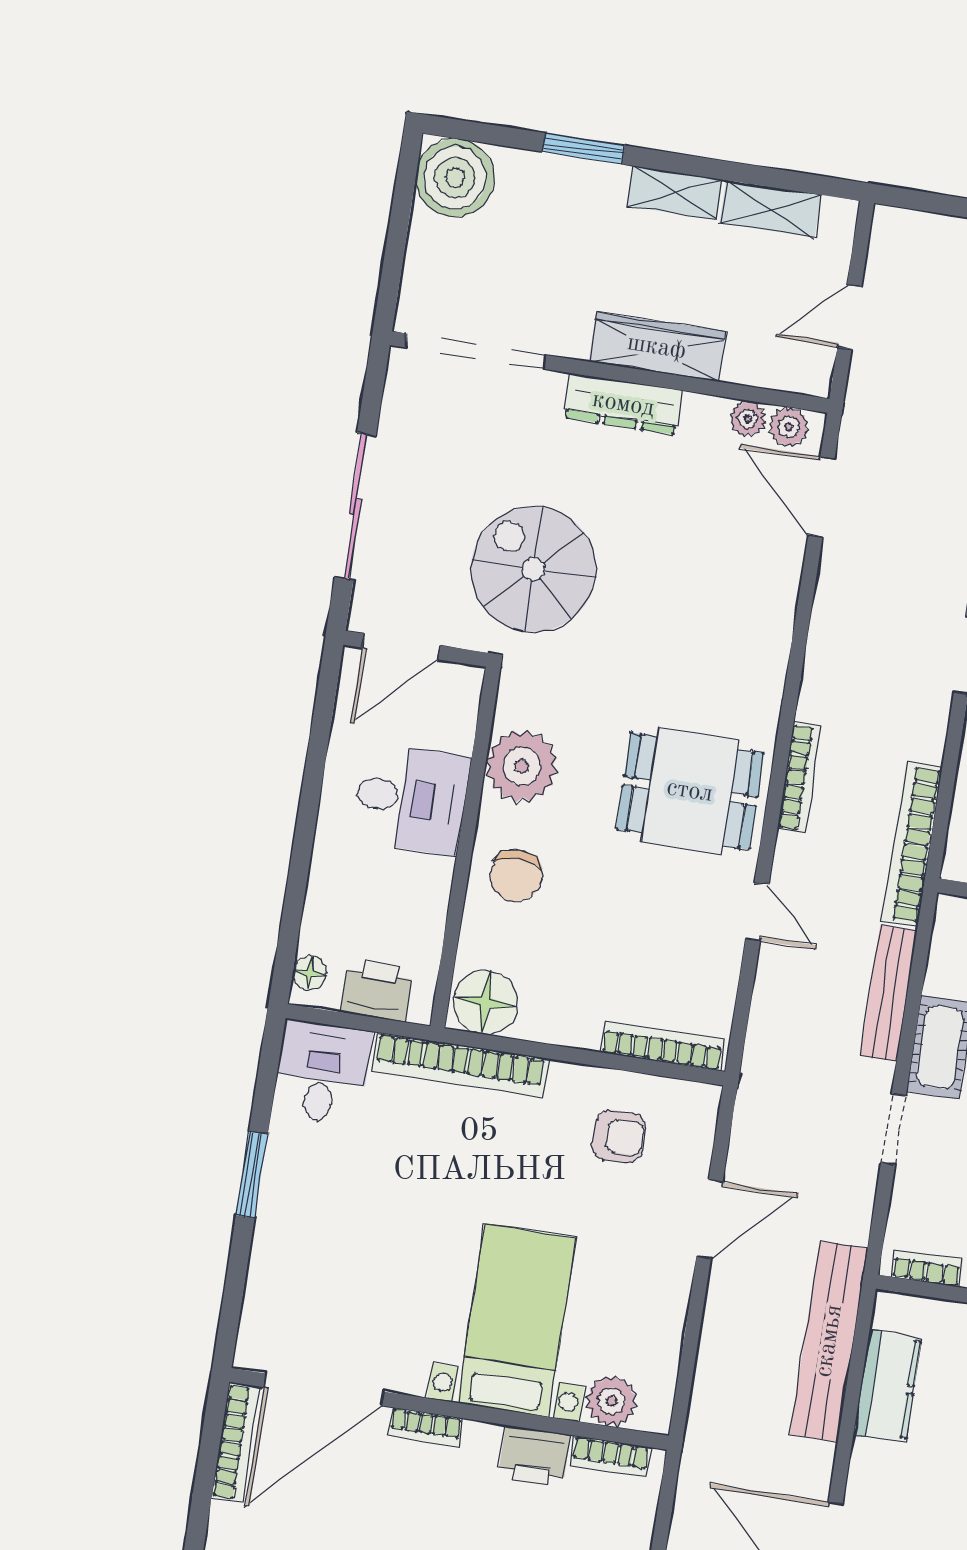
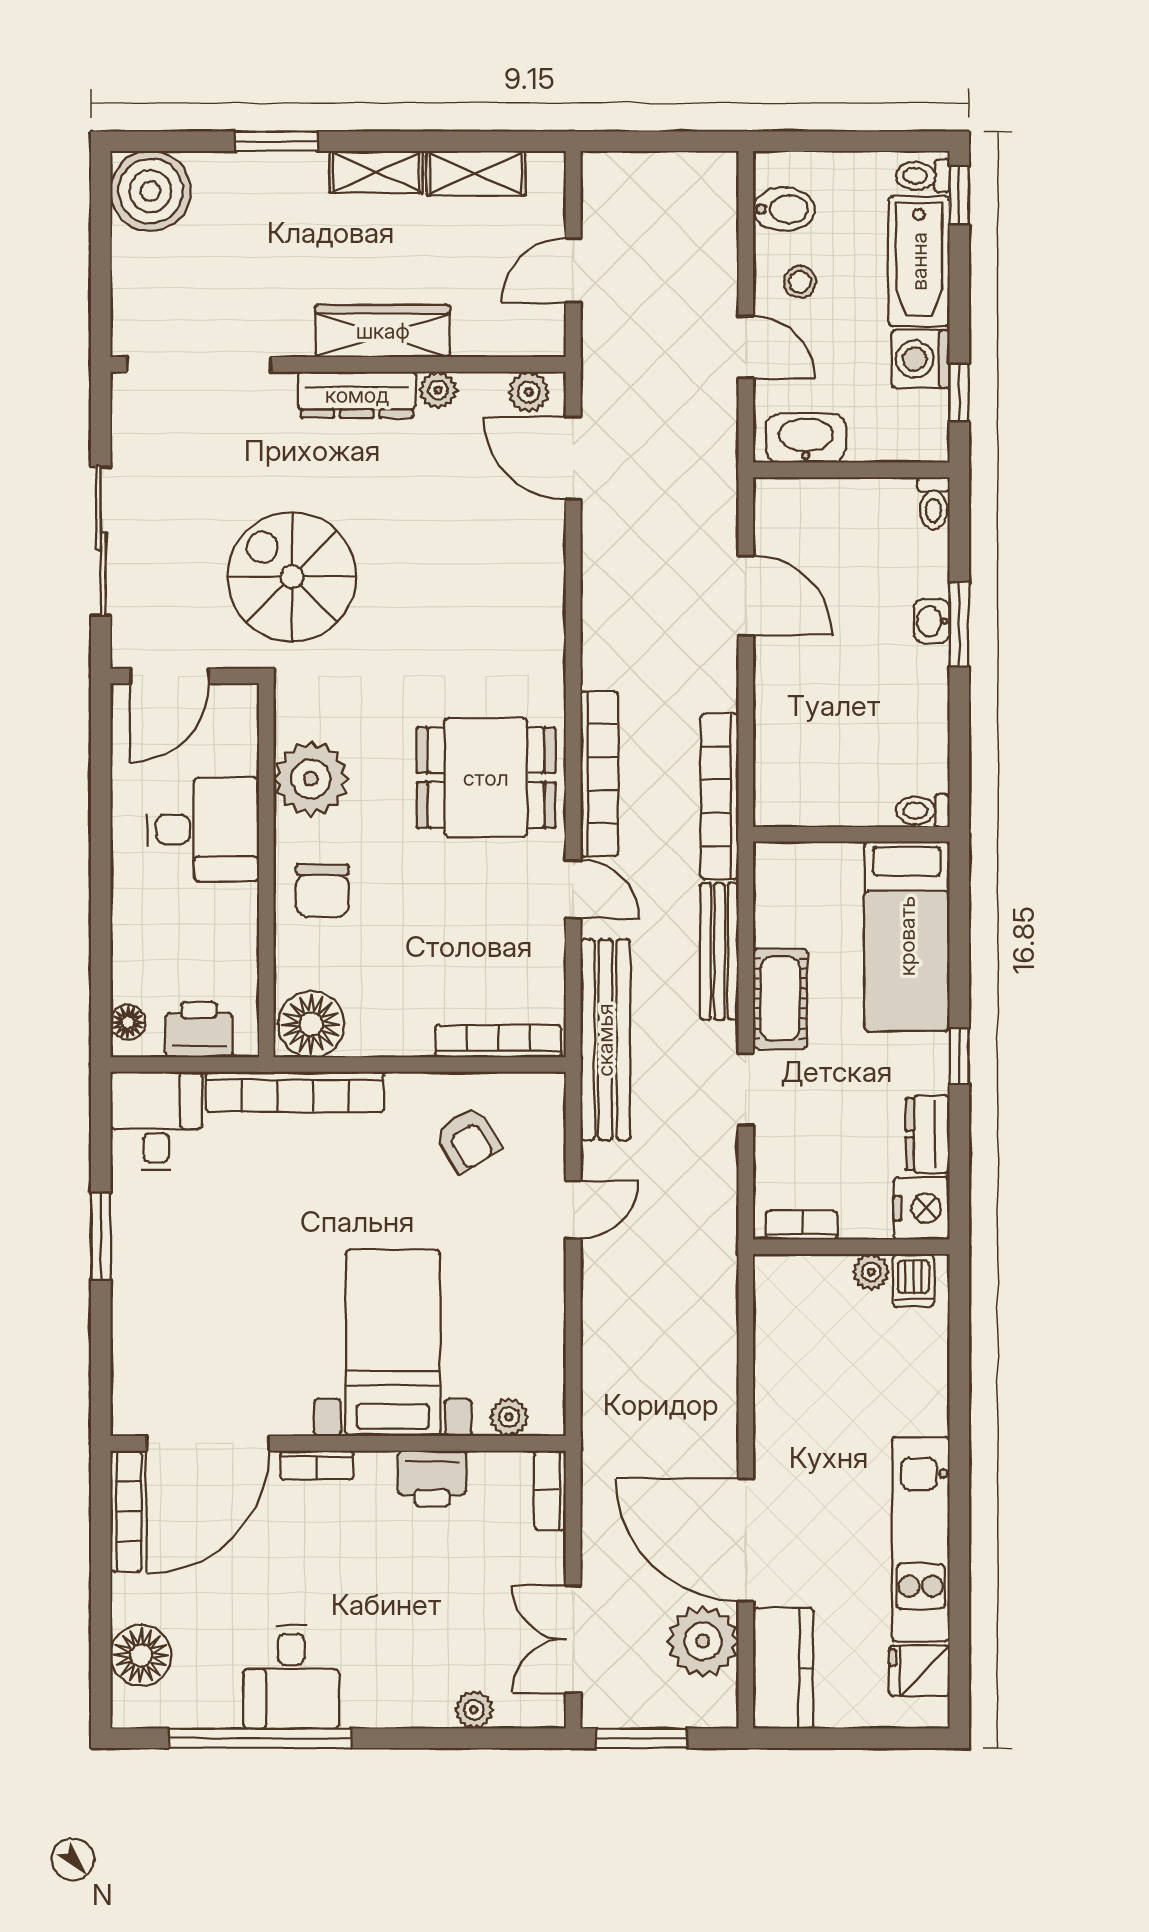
plant: (748, 419) -> (438, 390), moved
bookcase: (799, 778) -> (599, 774), width x1.48, depth x1.31
armchair: (619, 1136) -> (468, 1140), turned 59
door: (710, 1219) -> (573, 1210), width x0.73
bench: (829, 1341) -> (605, 1040), moved
kitchen counter: (887, 1386) -> (780, 1351), removed
plant: (611, 1401) -> (509, 1417), width x0.73, depth x0.73
bookcase: (610, 1457) -> (550, 1490), moved, turned 90

